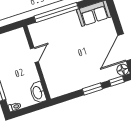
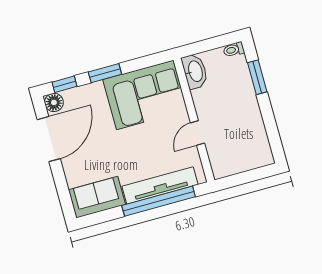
tv unit: (56, 22) -> (160, 185), added
corner sofa: (67, 77) -> (145, 95), added

